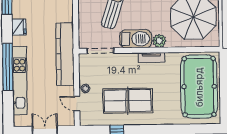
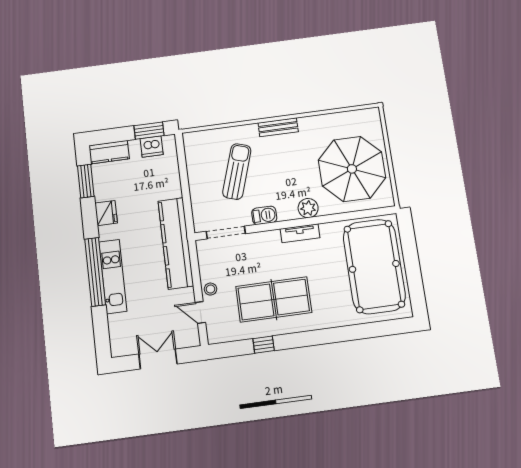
barbecue: (136, 39) -> (264, 215), width x0.53, depth x0.65
kitchen unit: (20, 81) -> (113, 276), width x0.73

